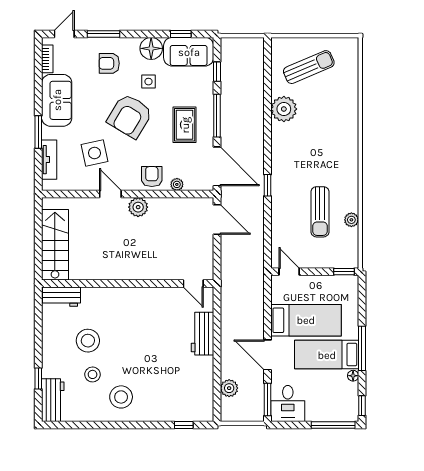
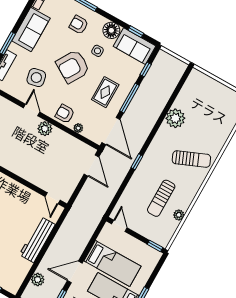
sun lounger: (309, 67) -> (191, 159), moved
armchair: (152, 177) -> (65, 114), turned -90
workbench: (202, 334) -> (37, 240), width x1.38
door: (268, 355) -> (75, 272), hinge flipped

